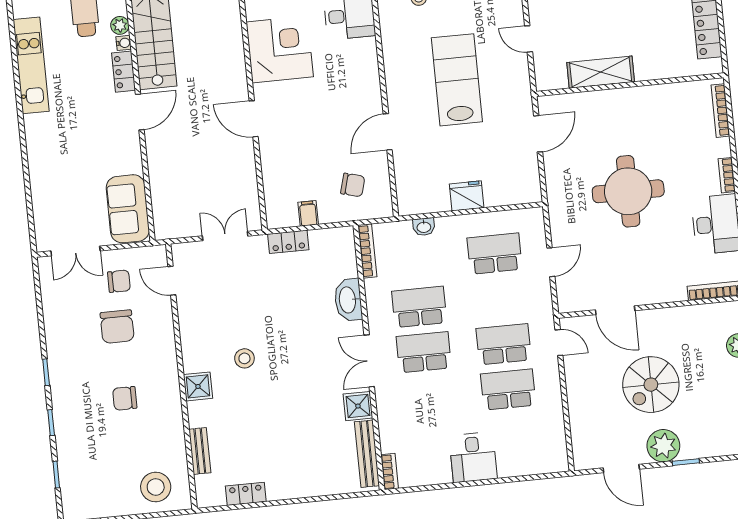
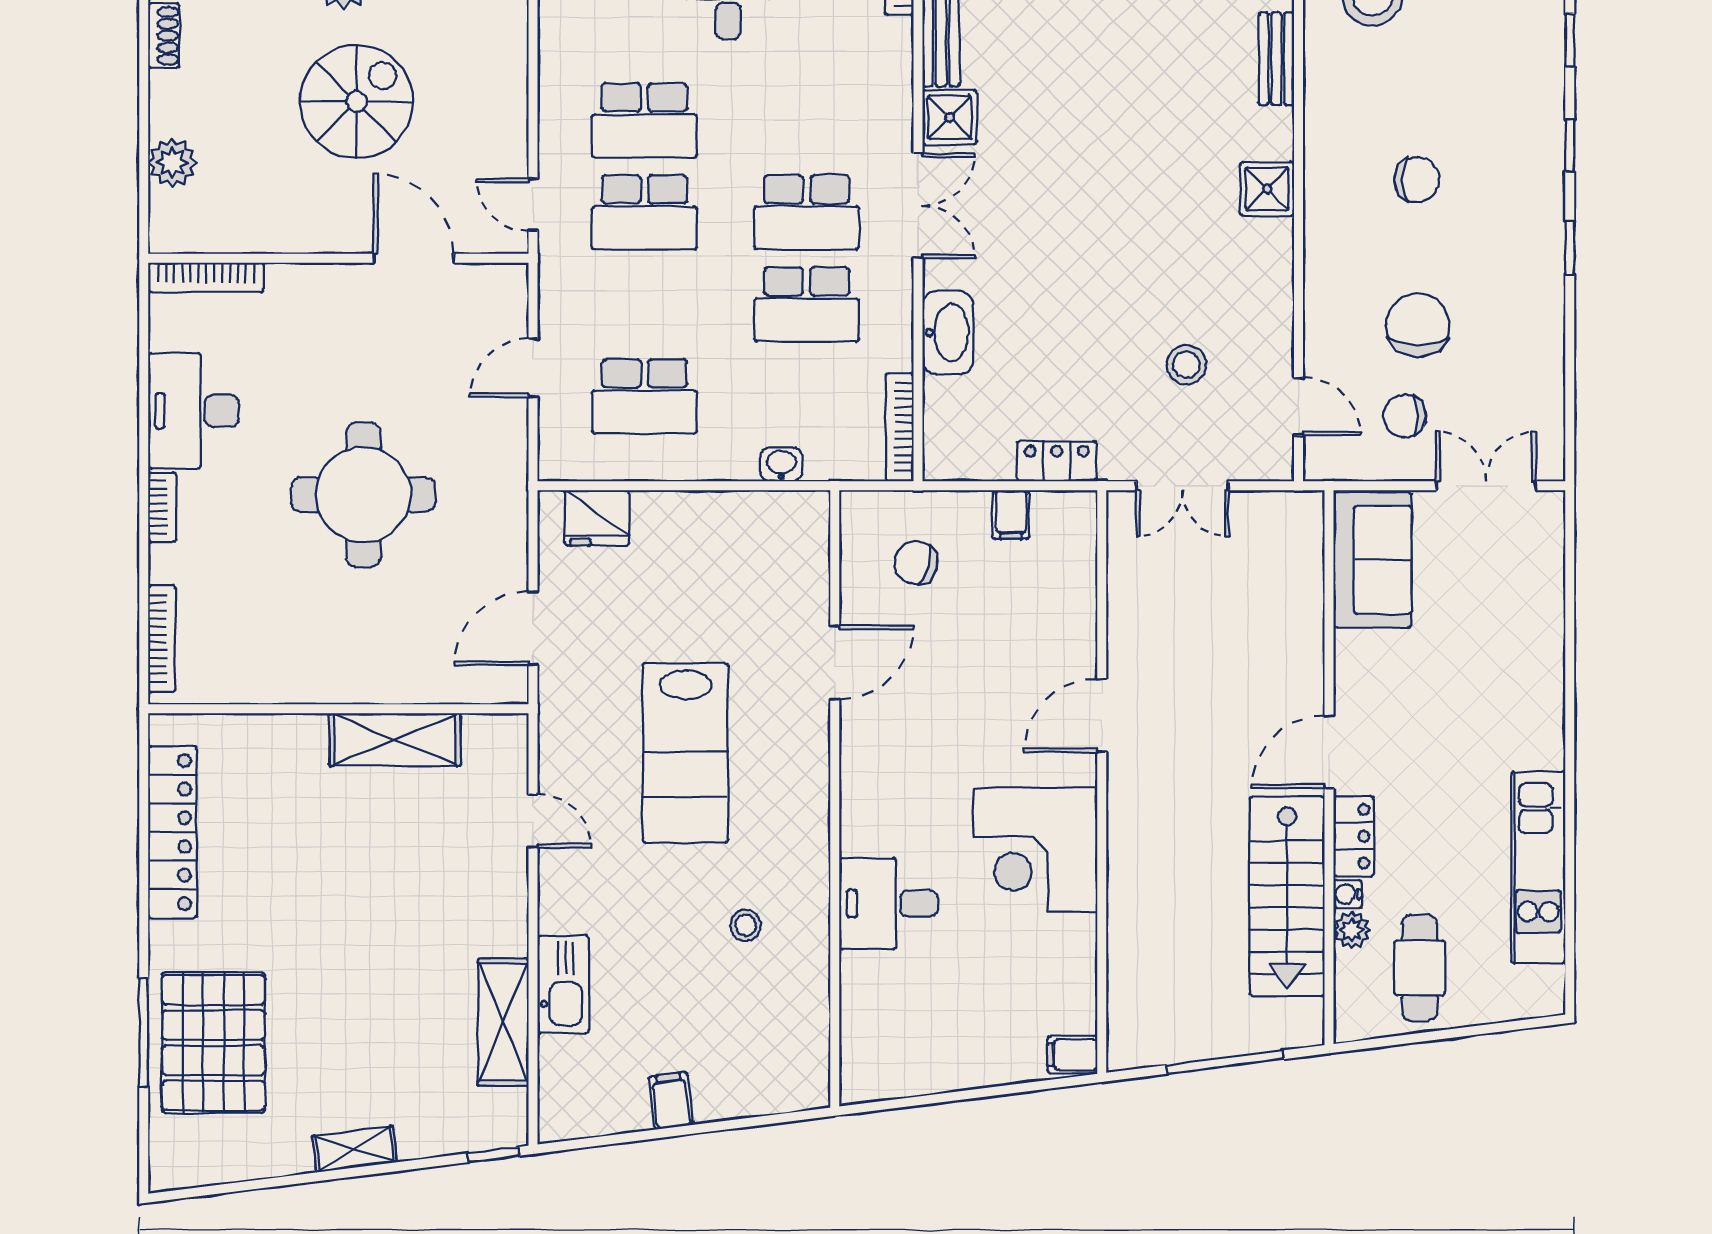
door: (254, 119) -> (1102, 715), swing flipped
fridge: (467, 196) -> (597, 518), moved
stool: (244, 358) -> (1186, 365), moved

